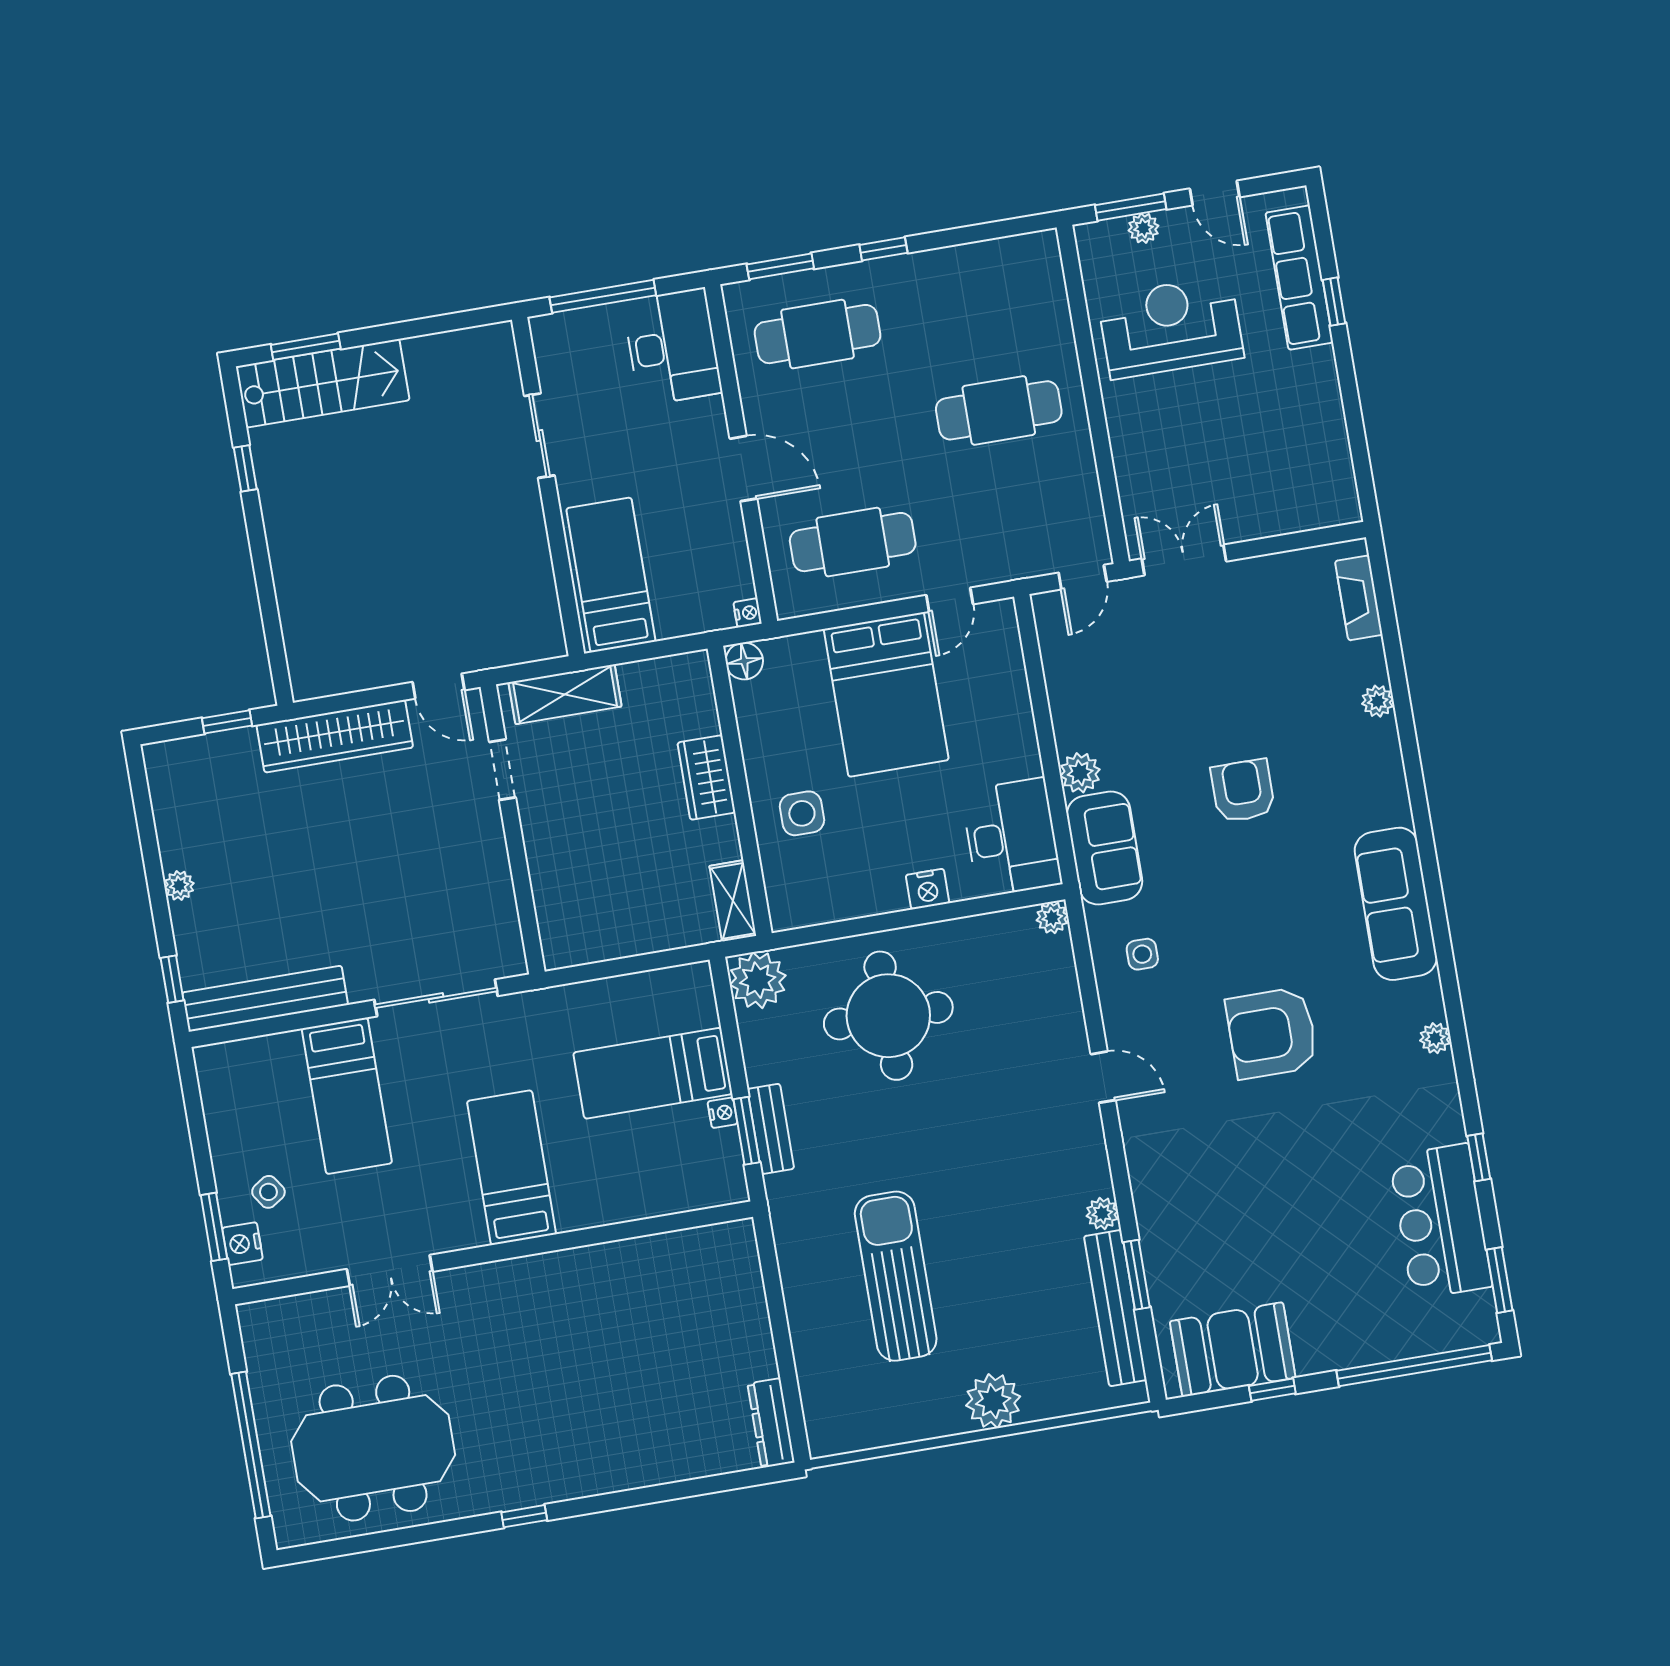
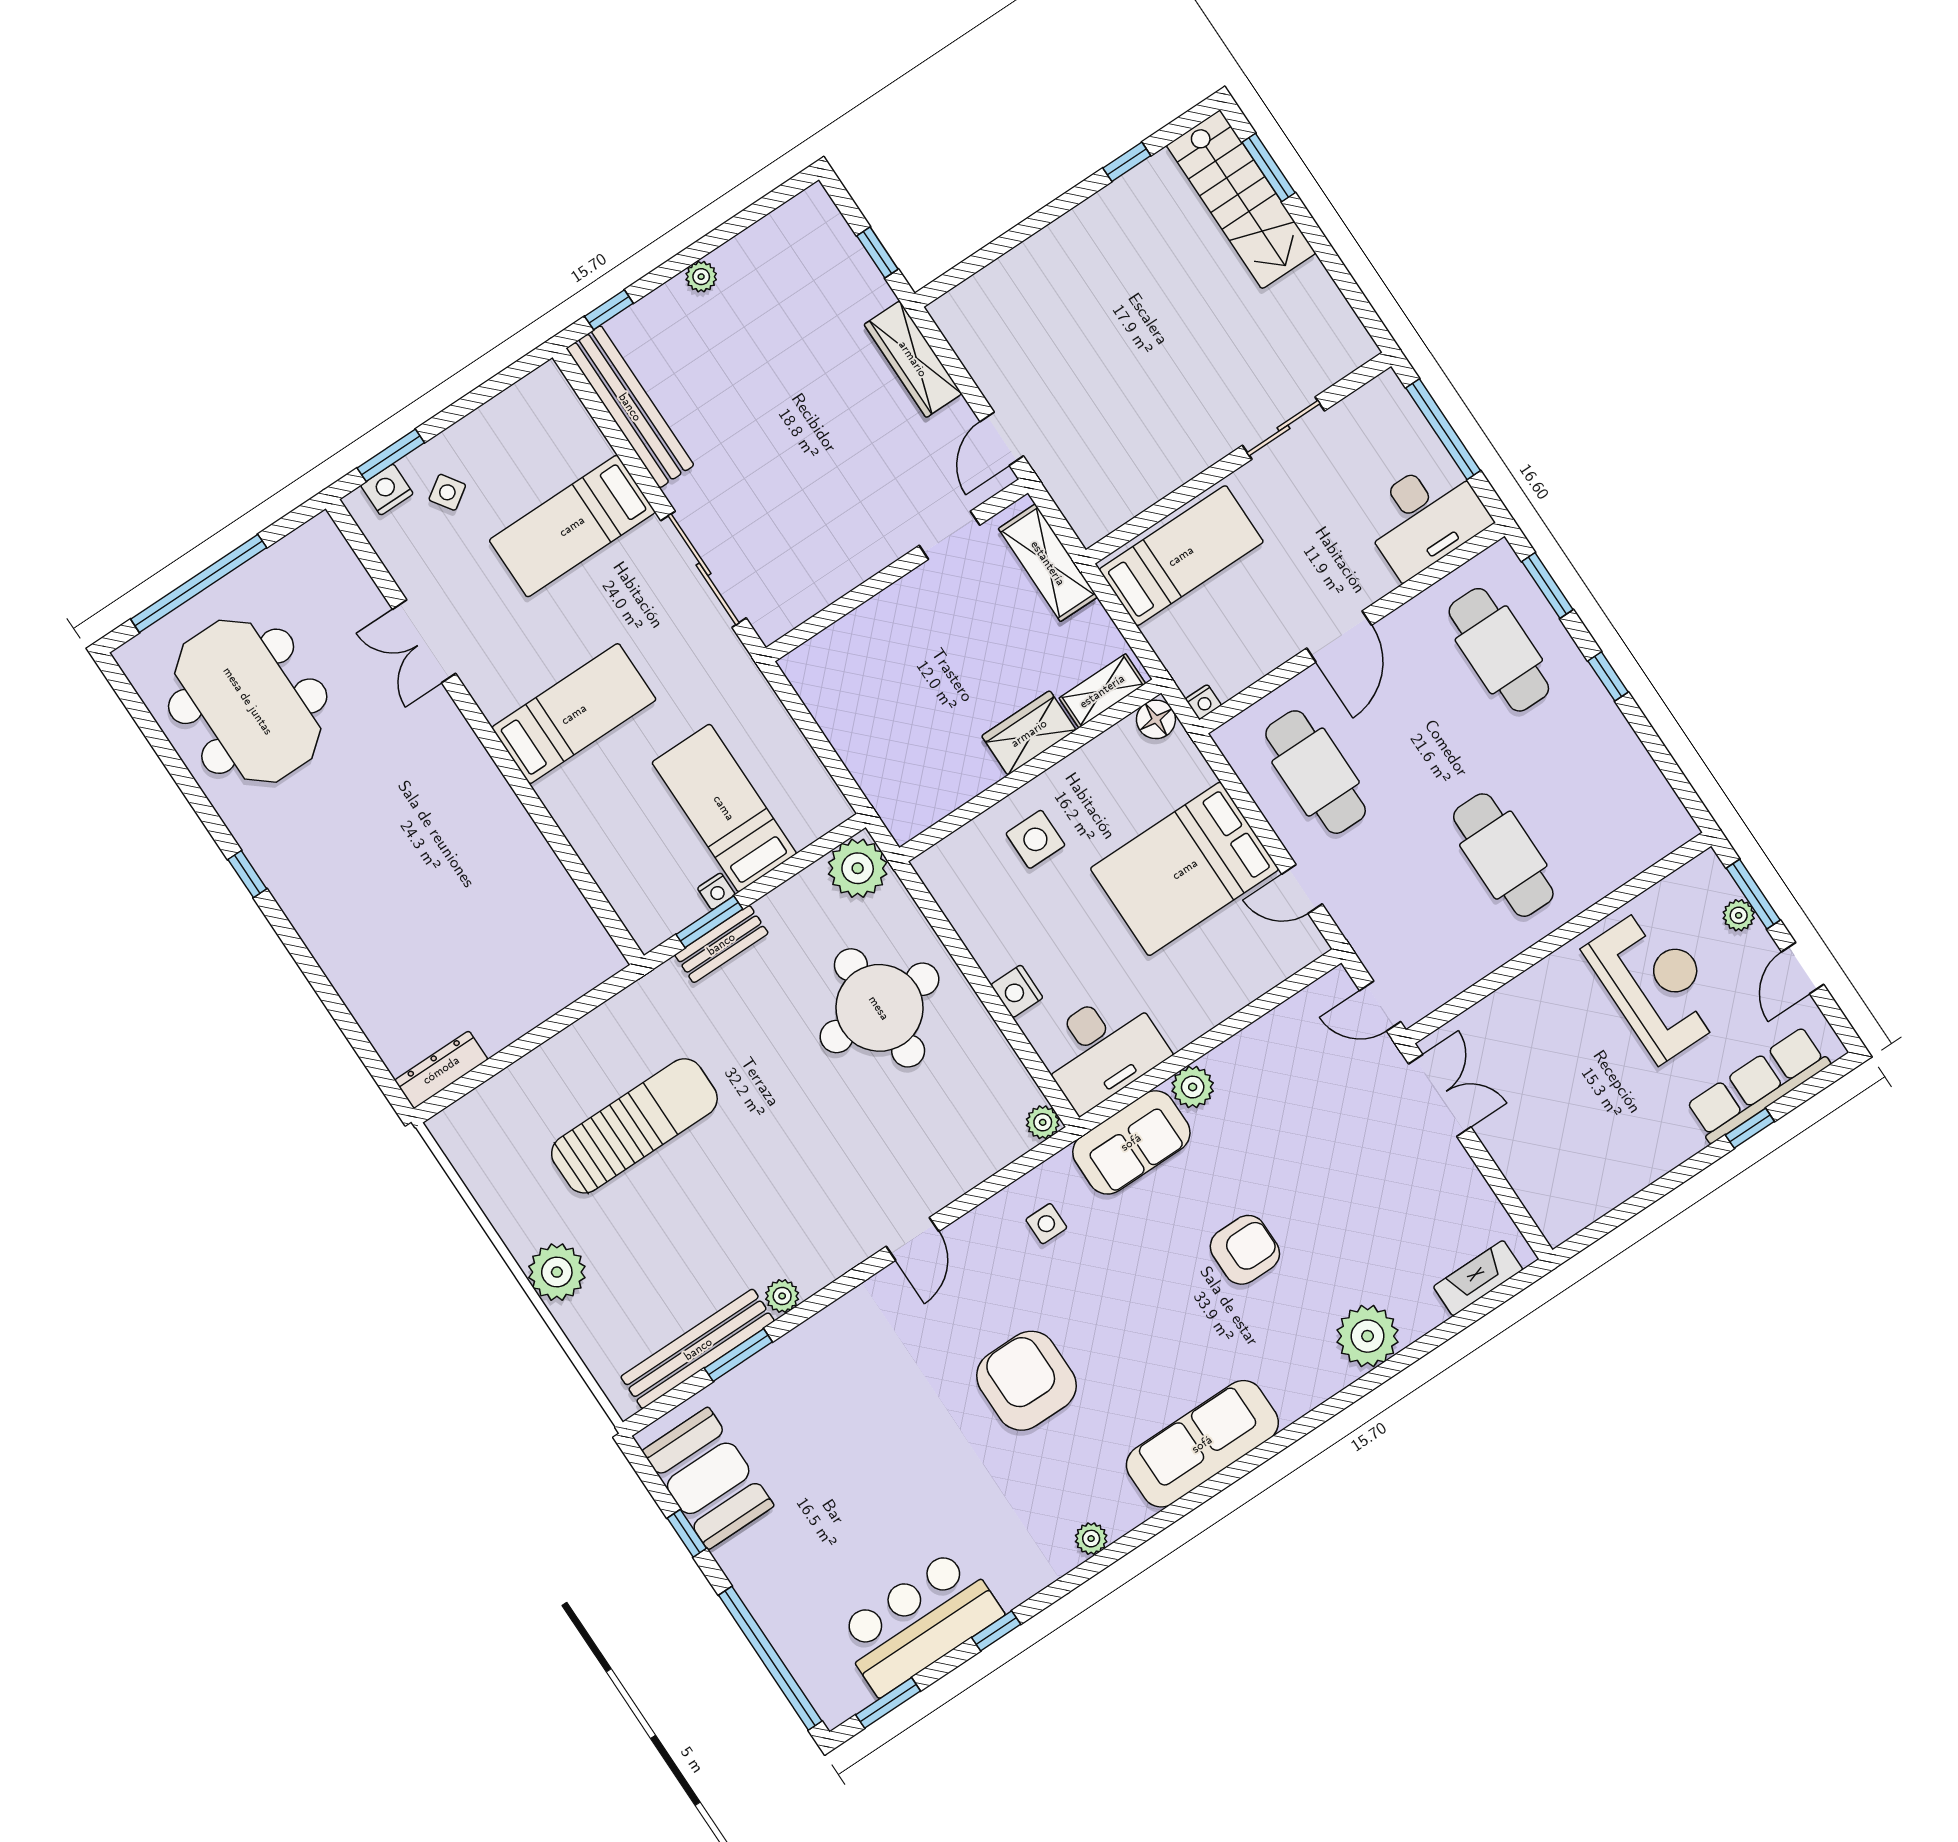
plant: (1378, 701) -> (1368, 1336), width x1.88, depth x1.88
wardrobe: (335, 736) -> (913, 359), width x0.71, depth x0.85
shelving: (733, 901) -> (1102, 691), moved

